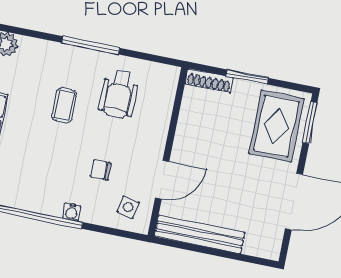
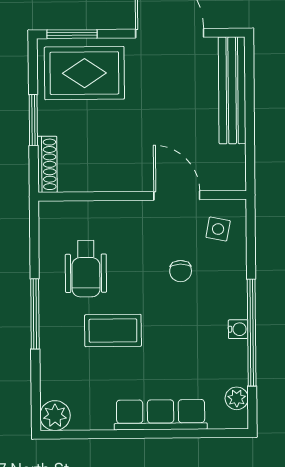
wheelchair: (119, 94) -> (86, 269), turned 90
coffee table: (64, 105) -> (113, 331), width x1.36, depth x1.30
water cooler: (72, 212) -> (238, 329), moved
bench: (199, 234) -> (232, 90), moved

